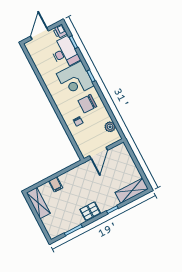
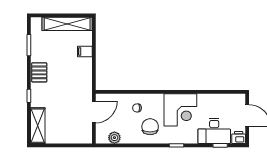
corner desk: (75, 80) -> (180, 110), moved, turned 180
door: (99, 153) -> (94, 112), swing flipped
shelving: (38, 203) -> (67, 24), width x1.47

